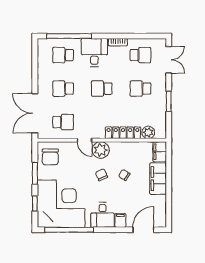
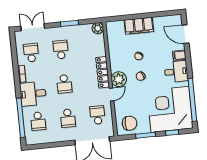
school desk: (140, 89) -> (61, 50), turned 180
plant: (148, 132) -> (98, 28), moved
locker: (123, 133) -> (103, 72), moved
filing cabinet: (160, 152) -> (115, 27), removed

